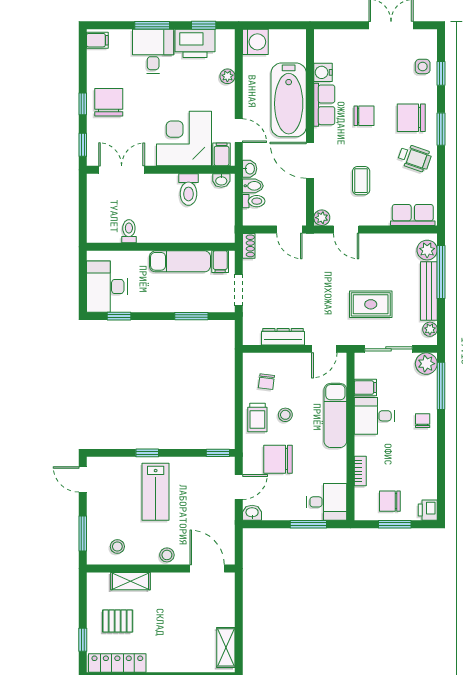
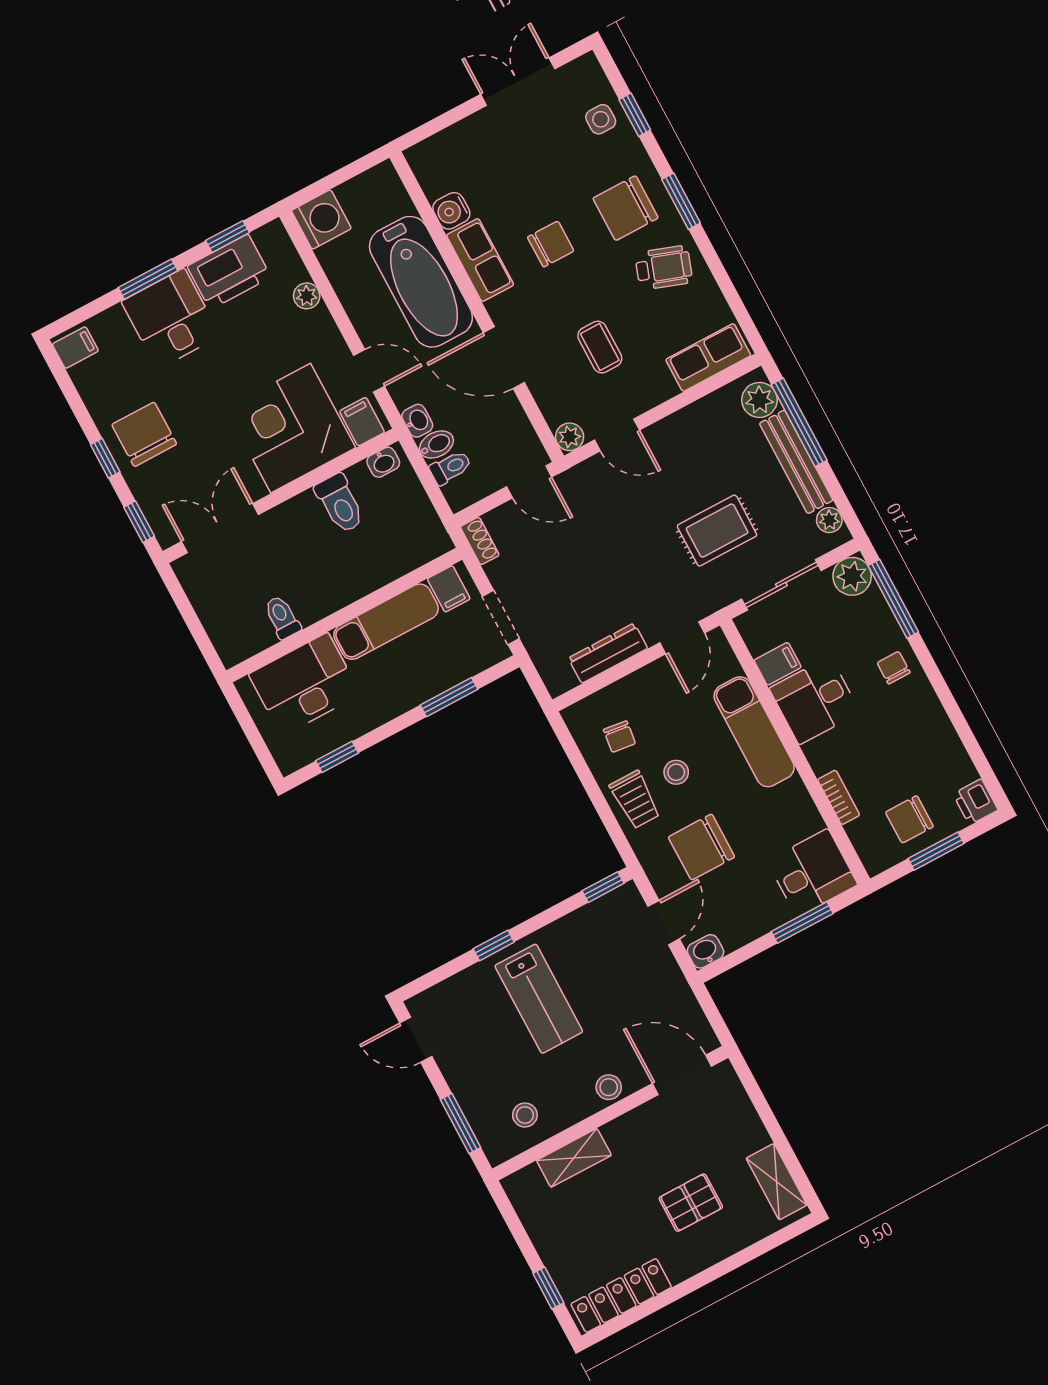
desk: (107, 287) -> (305, 684), moved, turned 90
pallet: (118, 621) -> (691, 1203), moved

